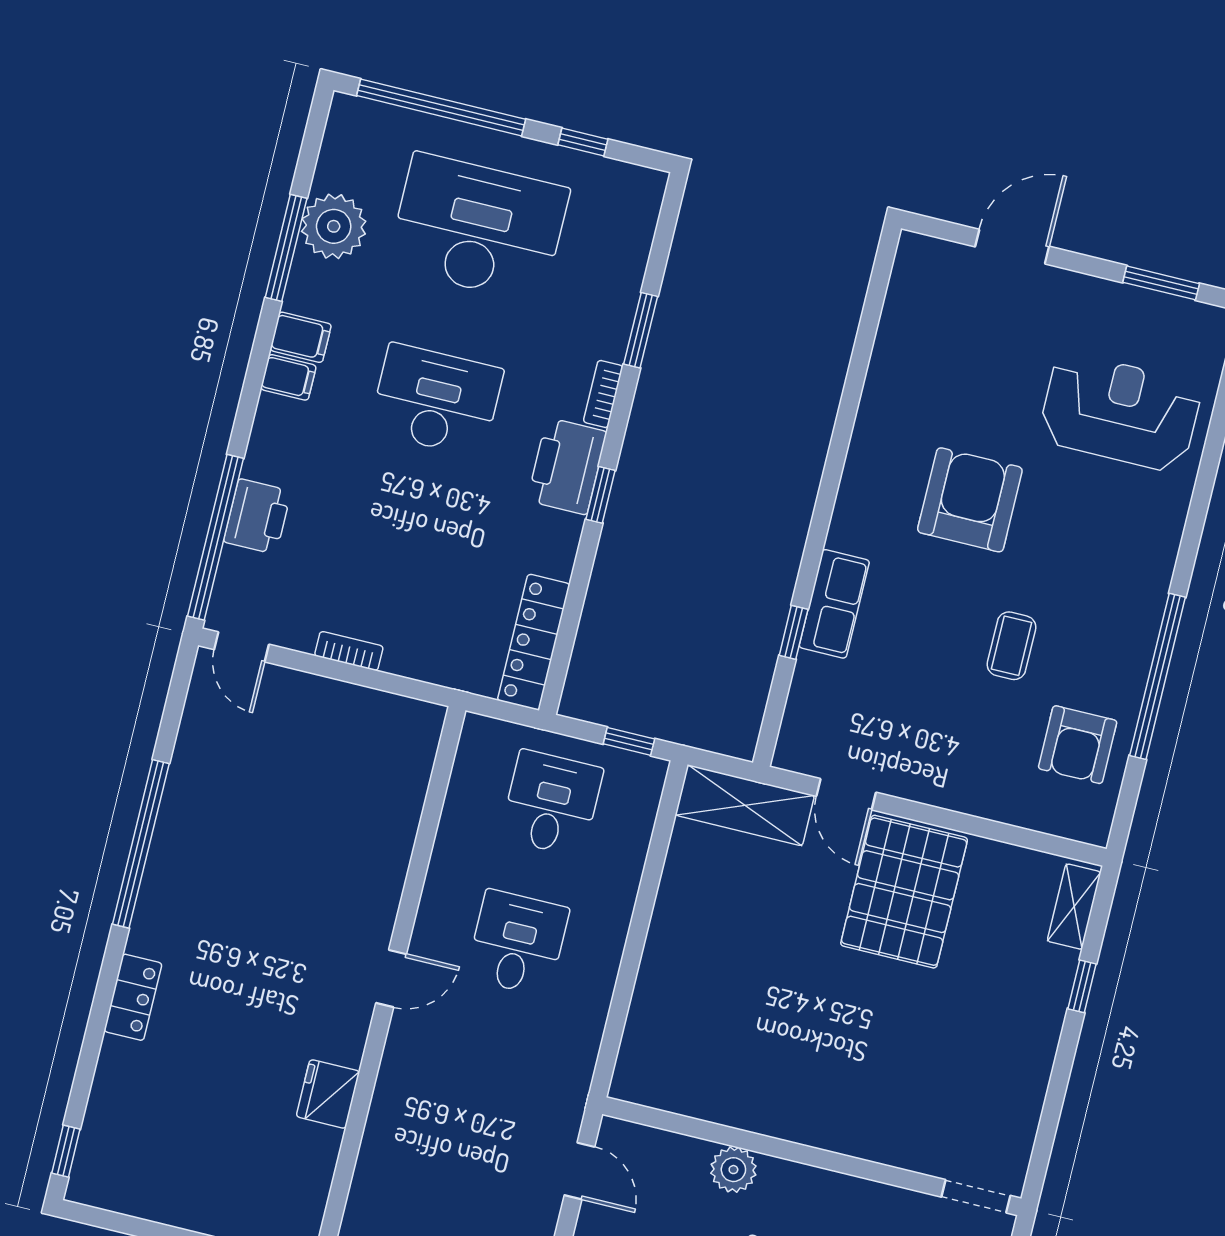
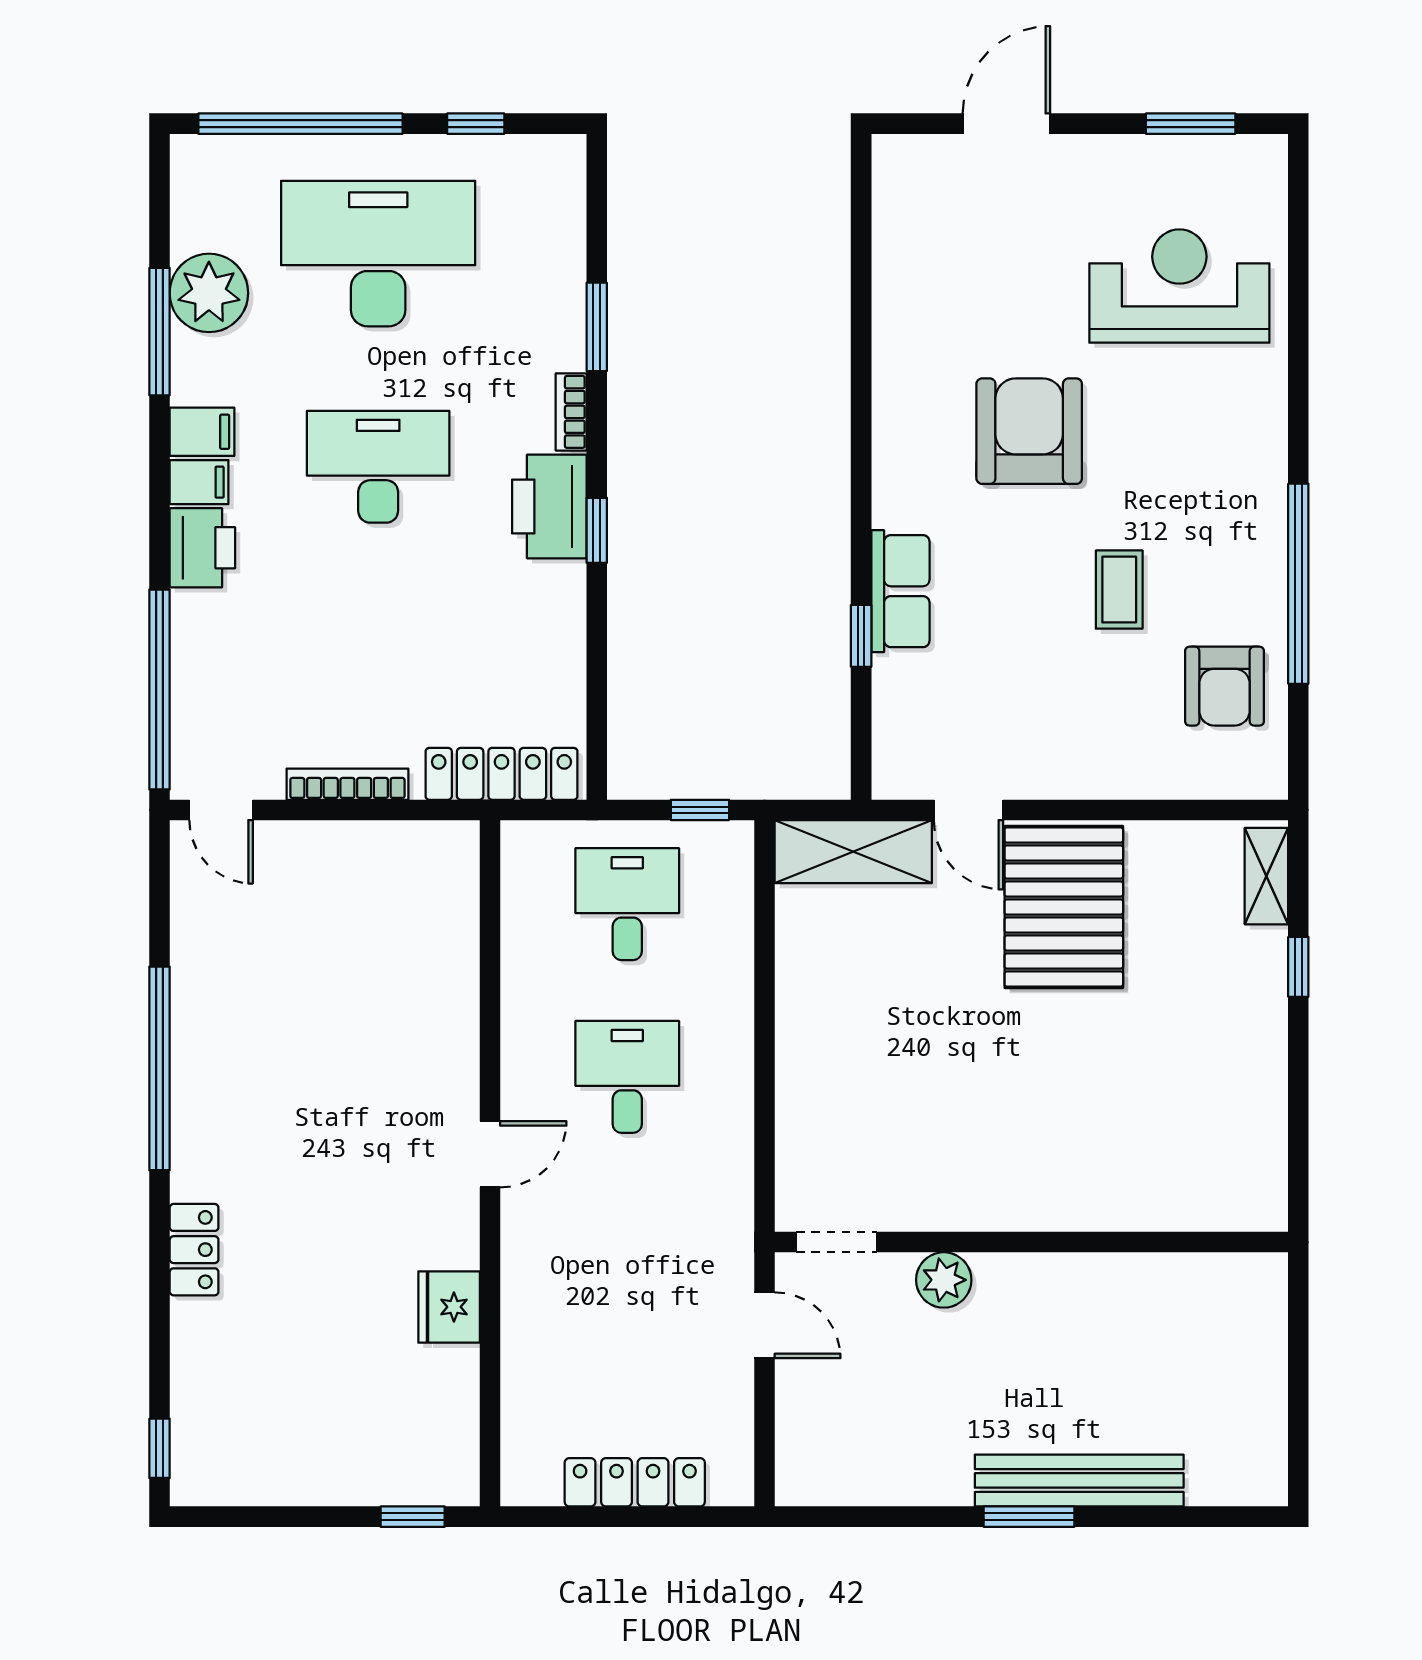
printer: (257, 516) -> (202, 548), moved
locker: (534, 642) -> (501, 774), moved, turned 90
bookcase: (349, 651) -> (347, 784), width x1.56
doorway: (976, 1196) -> (837, 1242), moved

